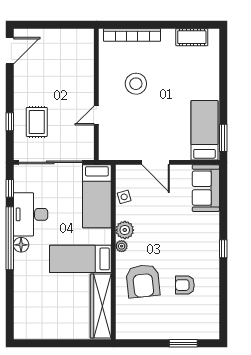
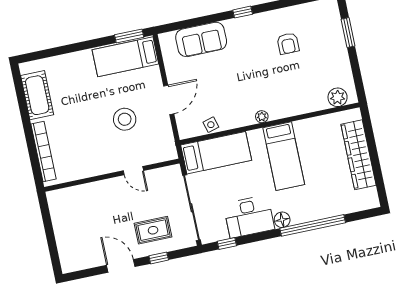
cot: (192, 37) -> (37, 95), width x1.37, depth x1.34
door: (10, 51) -> (121, 266), moved
stool: (136, 84) -> (125, 119), moved
sofa: (206, 188) -> (201, 39), moved
plant: (125, 230) -> (338, 97), moved
window: (10, 238) -> (313, 225), moved
armchair: (143, 281) -> (293, 87), removed
wardrobe: (101, 306) -> (358, 155), moved, turned 90

